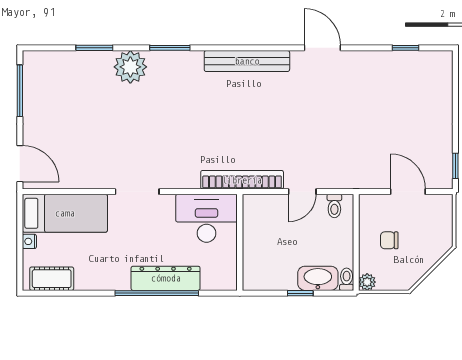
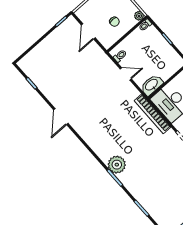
bench: (247, 61) -> (93, 142), removed
plant: (130, 67) -> (117, 165), moved
bookcase: (242, 180) -> (153, 114), moved
washbasin: (318, 278) -> (152, 85), moved, turned 90

